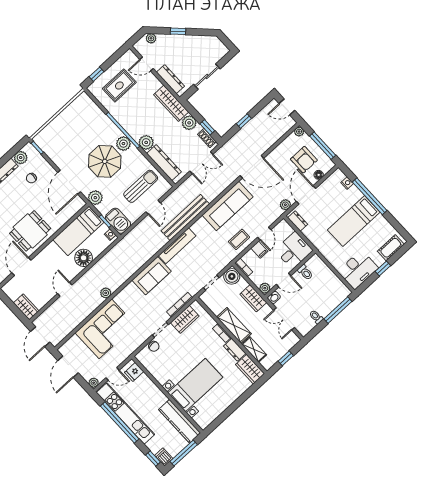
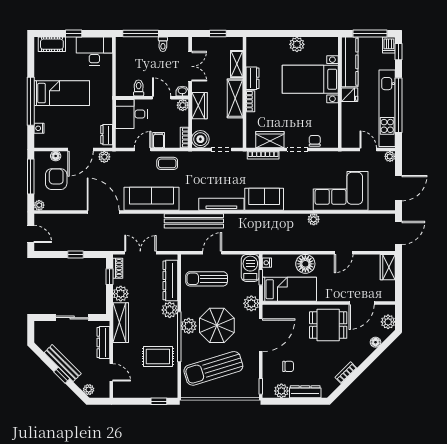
bench: (185, 40) -> (63, 363), added
rug: (119, 86) -> (158, 356), moved
sun lounger: (80, 130) -> (213, 368), added
wardrobe: (250, 369) -> (255, 51), removed
fridge: (134, 372) -> (349, 95), moved
plant: (226, 400) -> (297, 44), added

